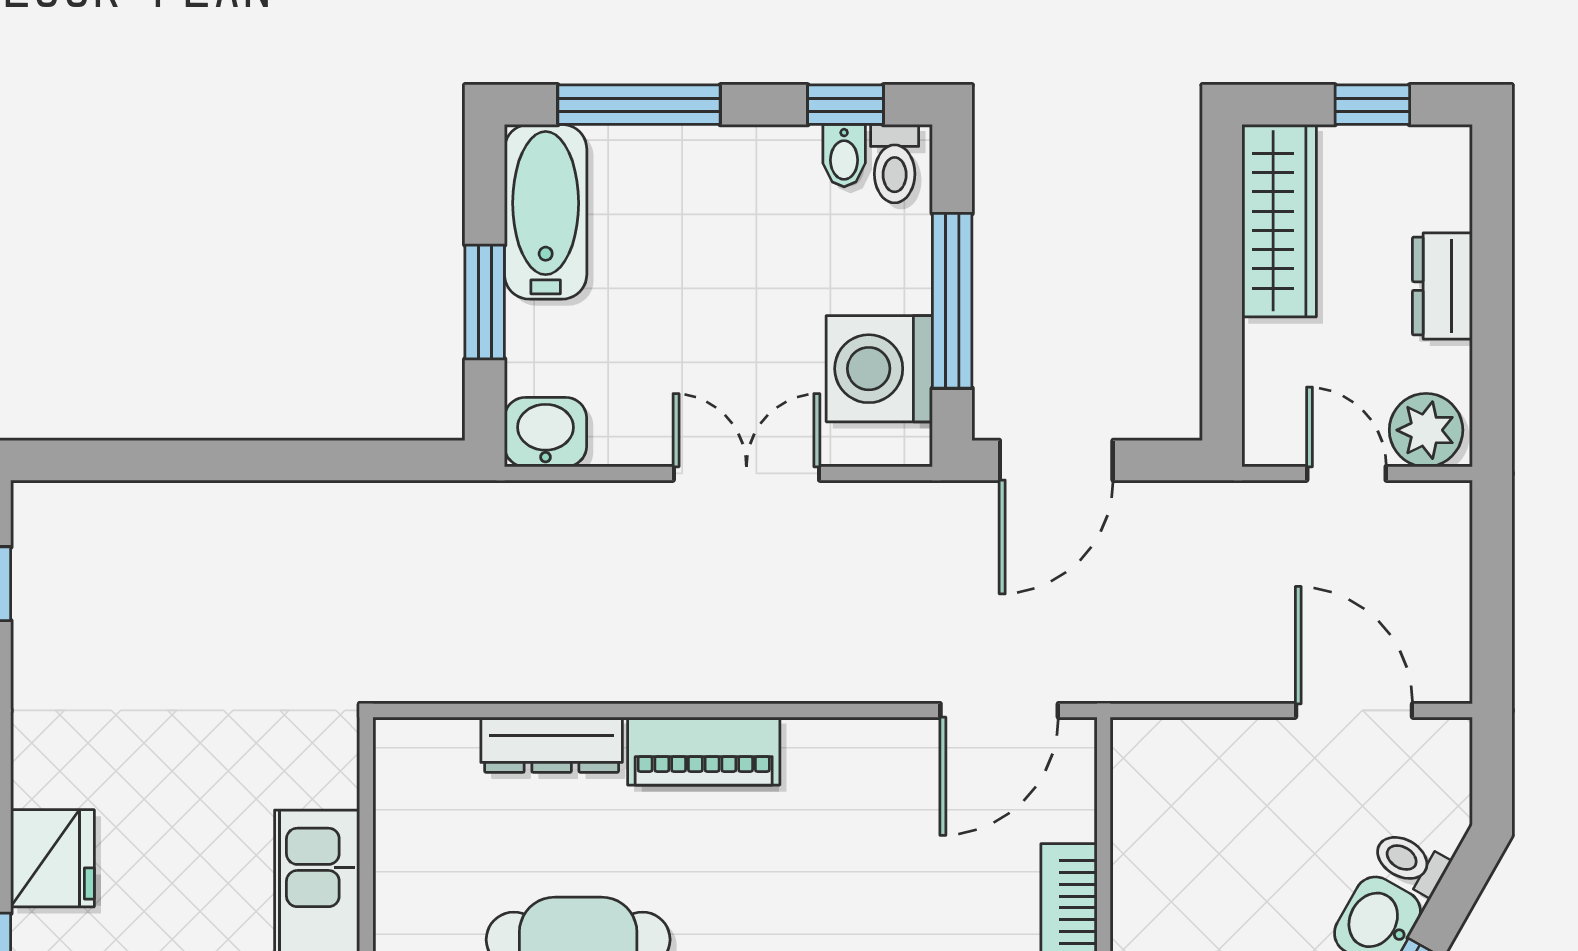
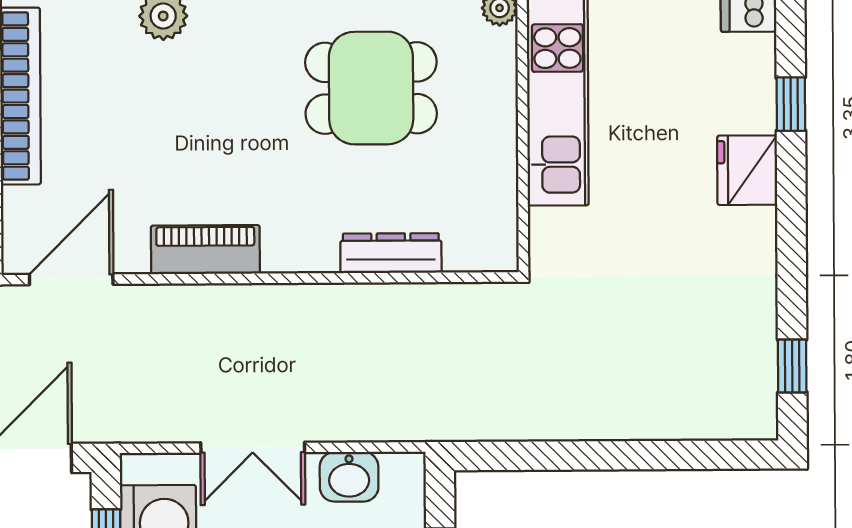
washbasin: (546, 432) -> (349, 477), moved
piano: (704, 751) -> (205, 250), moved

